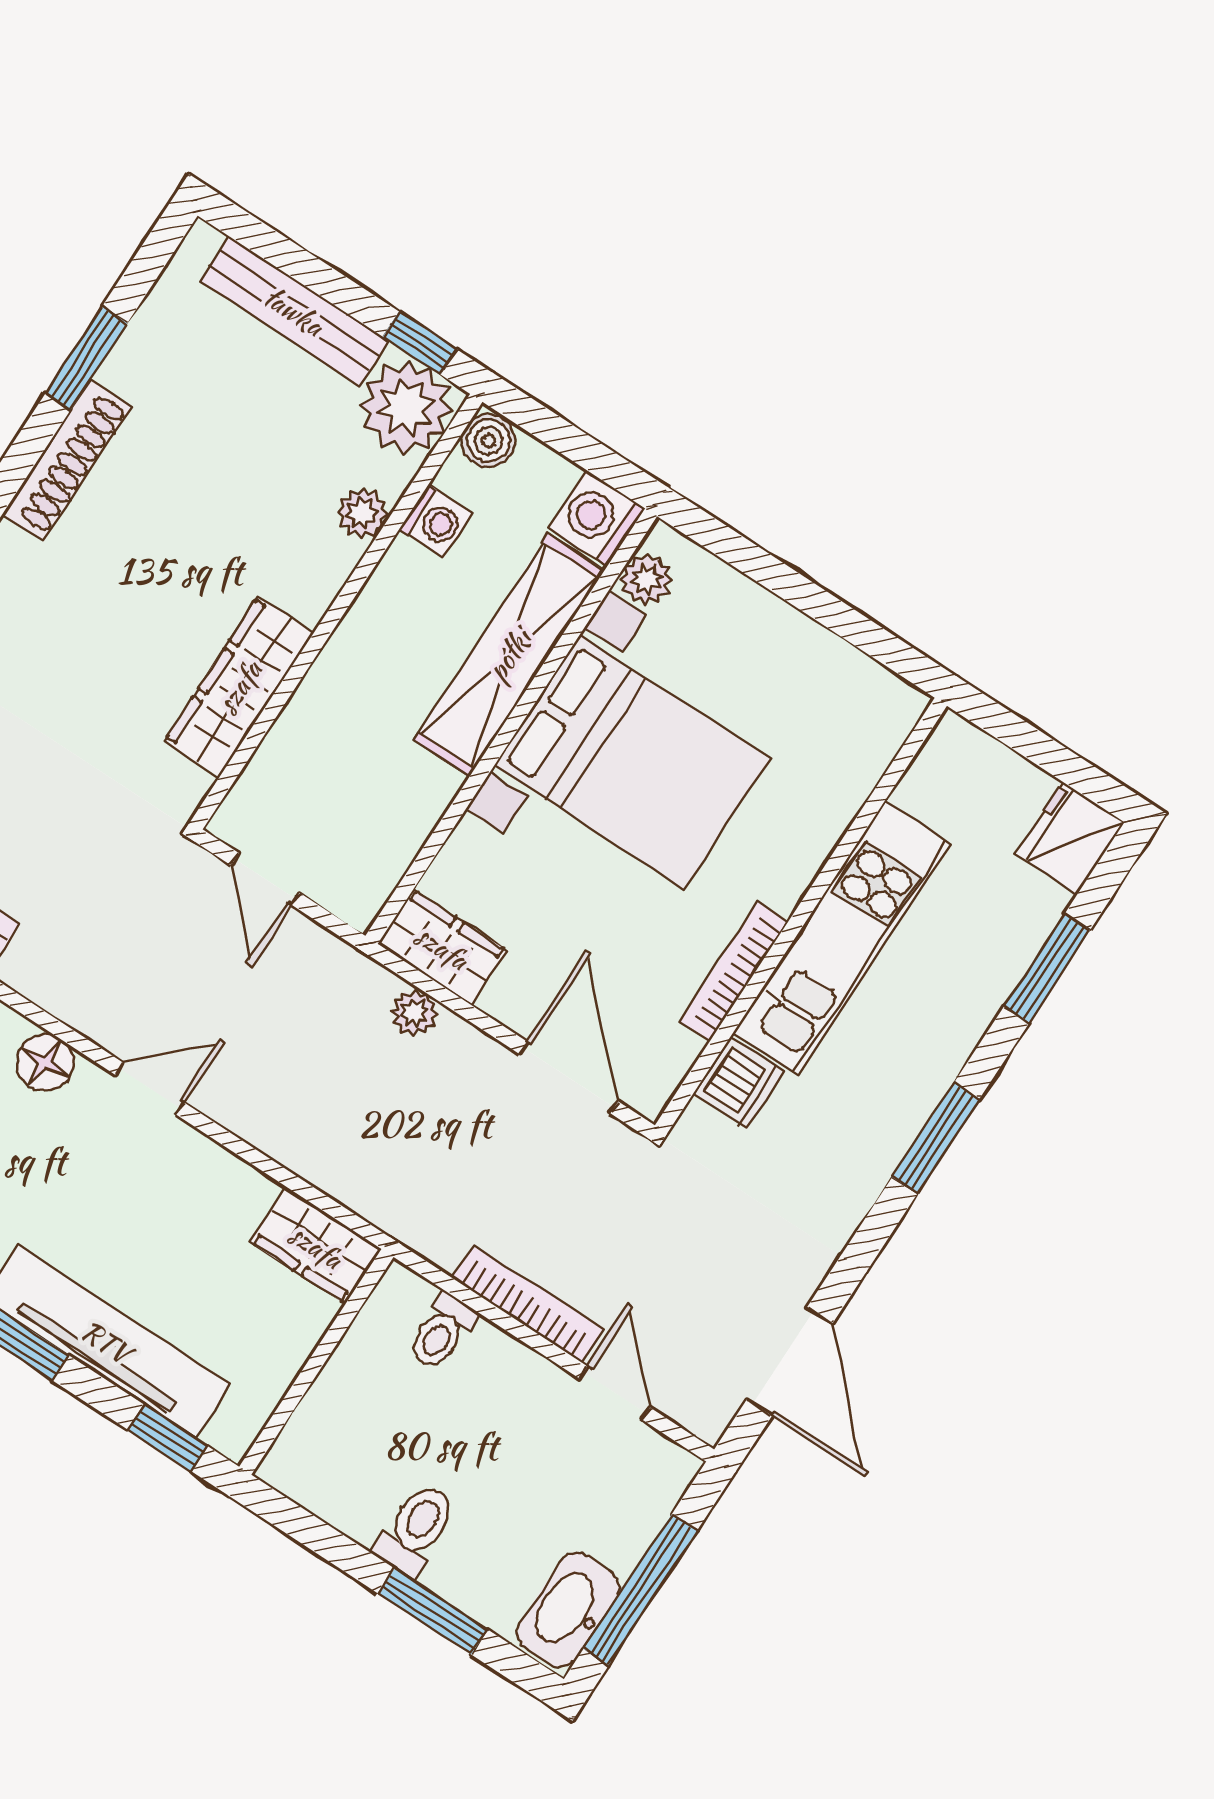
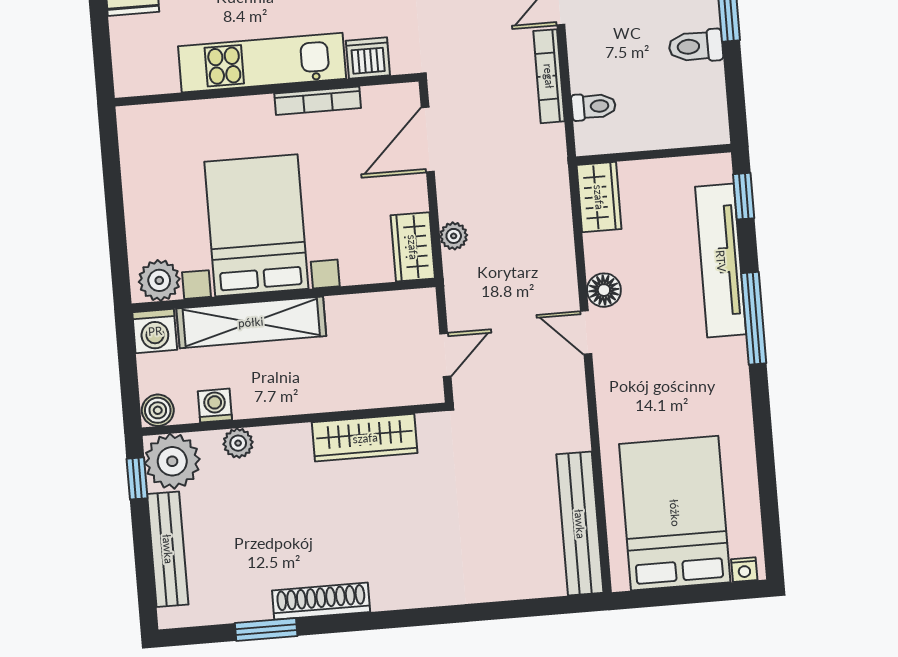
plant: (646, 579) -> (159, 280), width x1.38, depth x1.38
floor lamp: (45, 1063) -> (604, 290), moved

